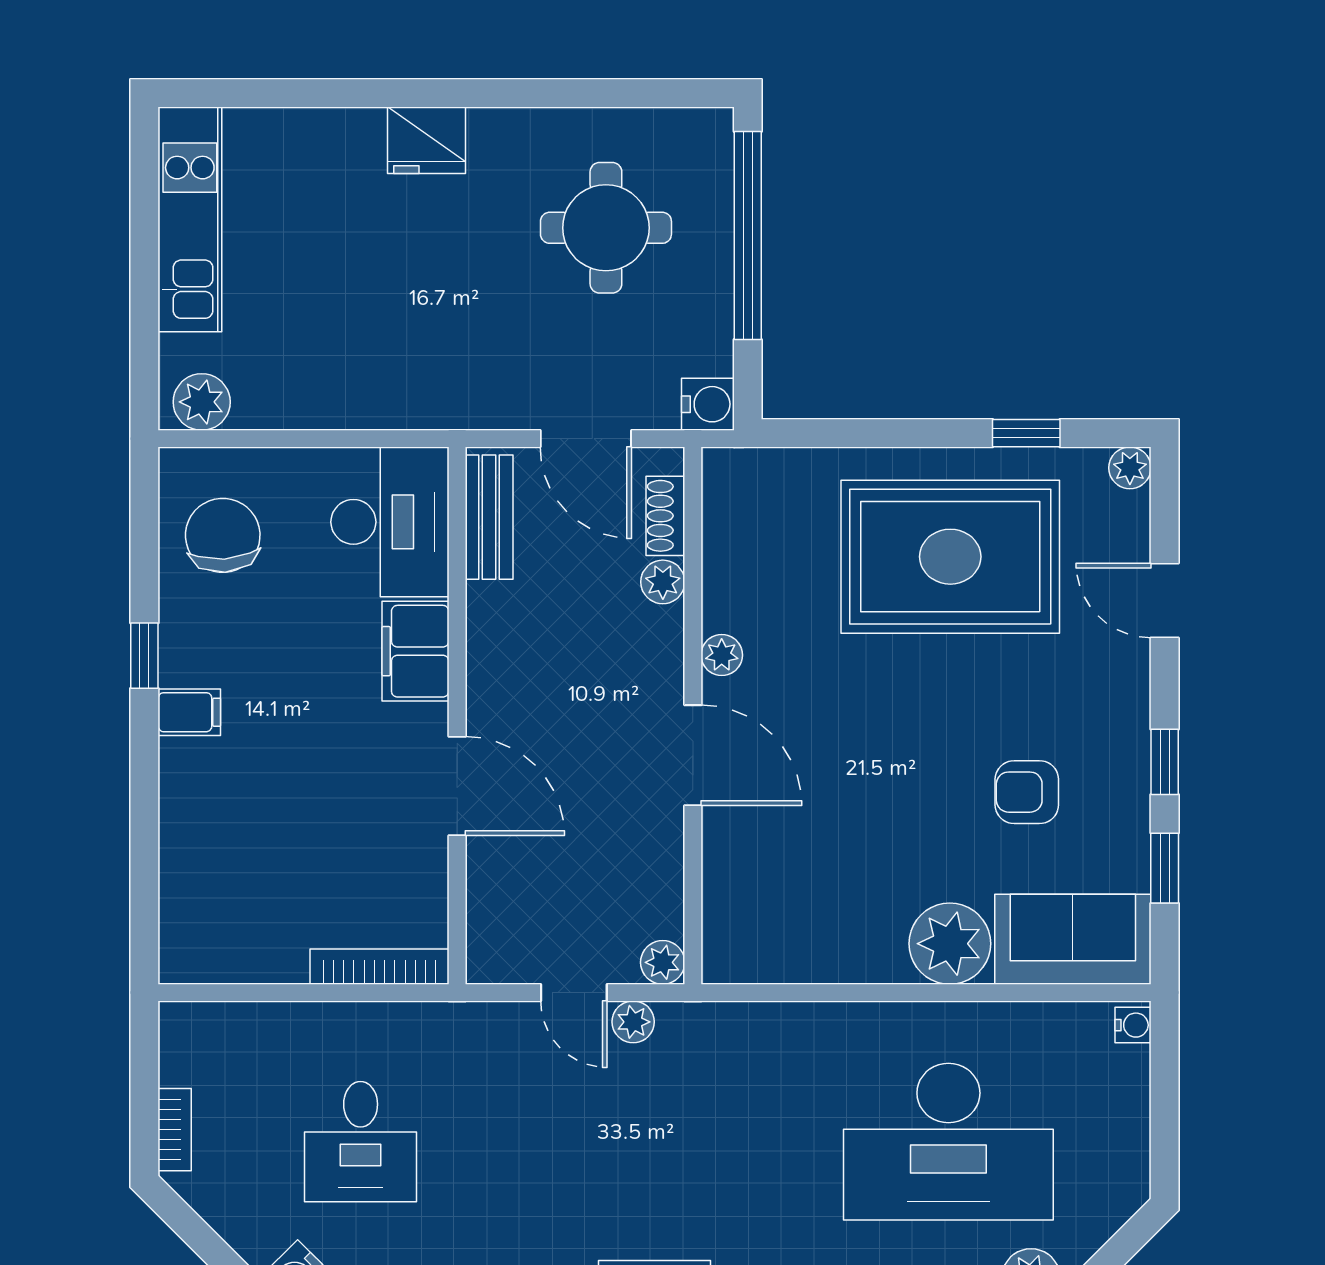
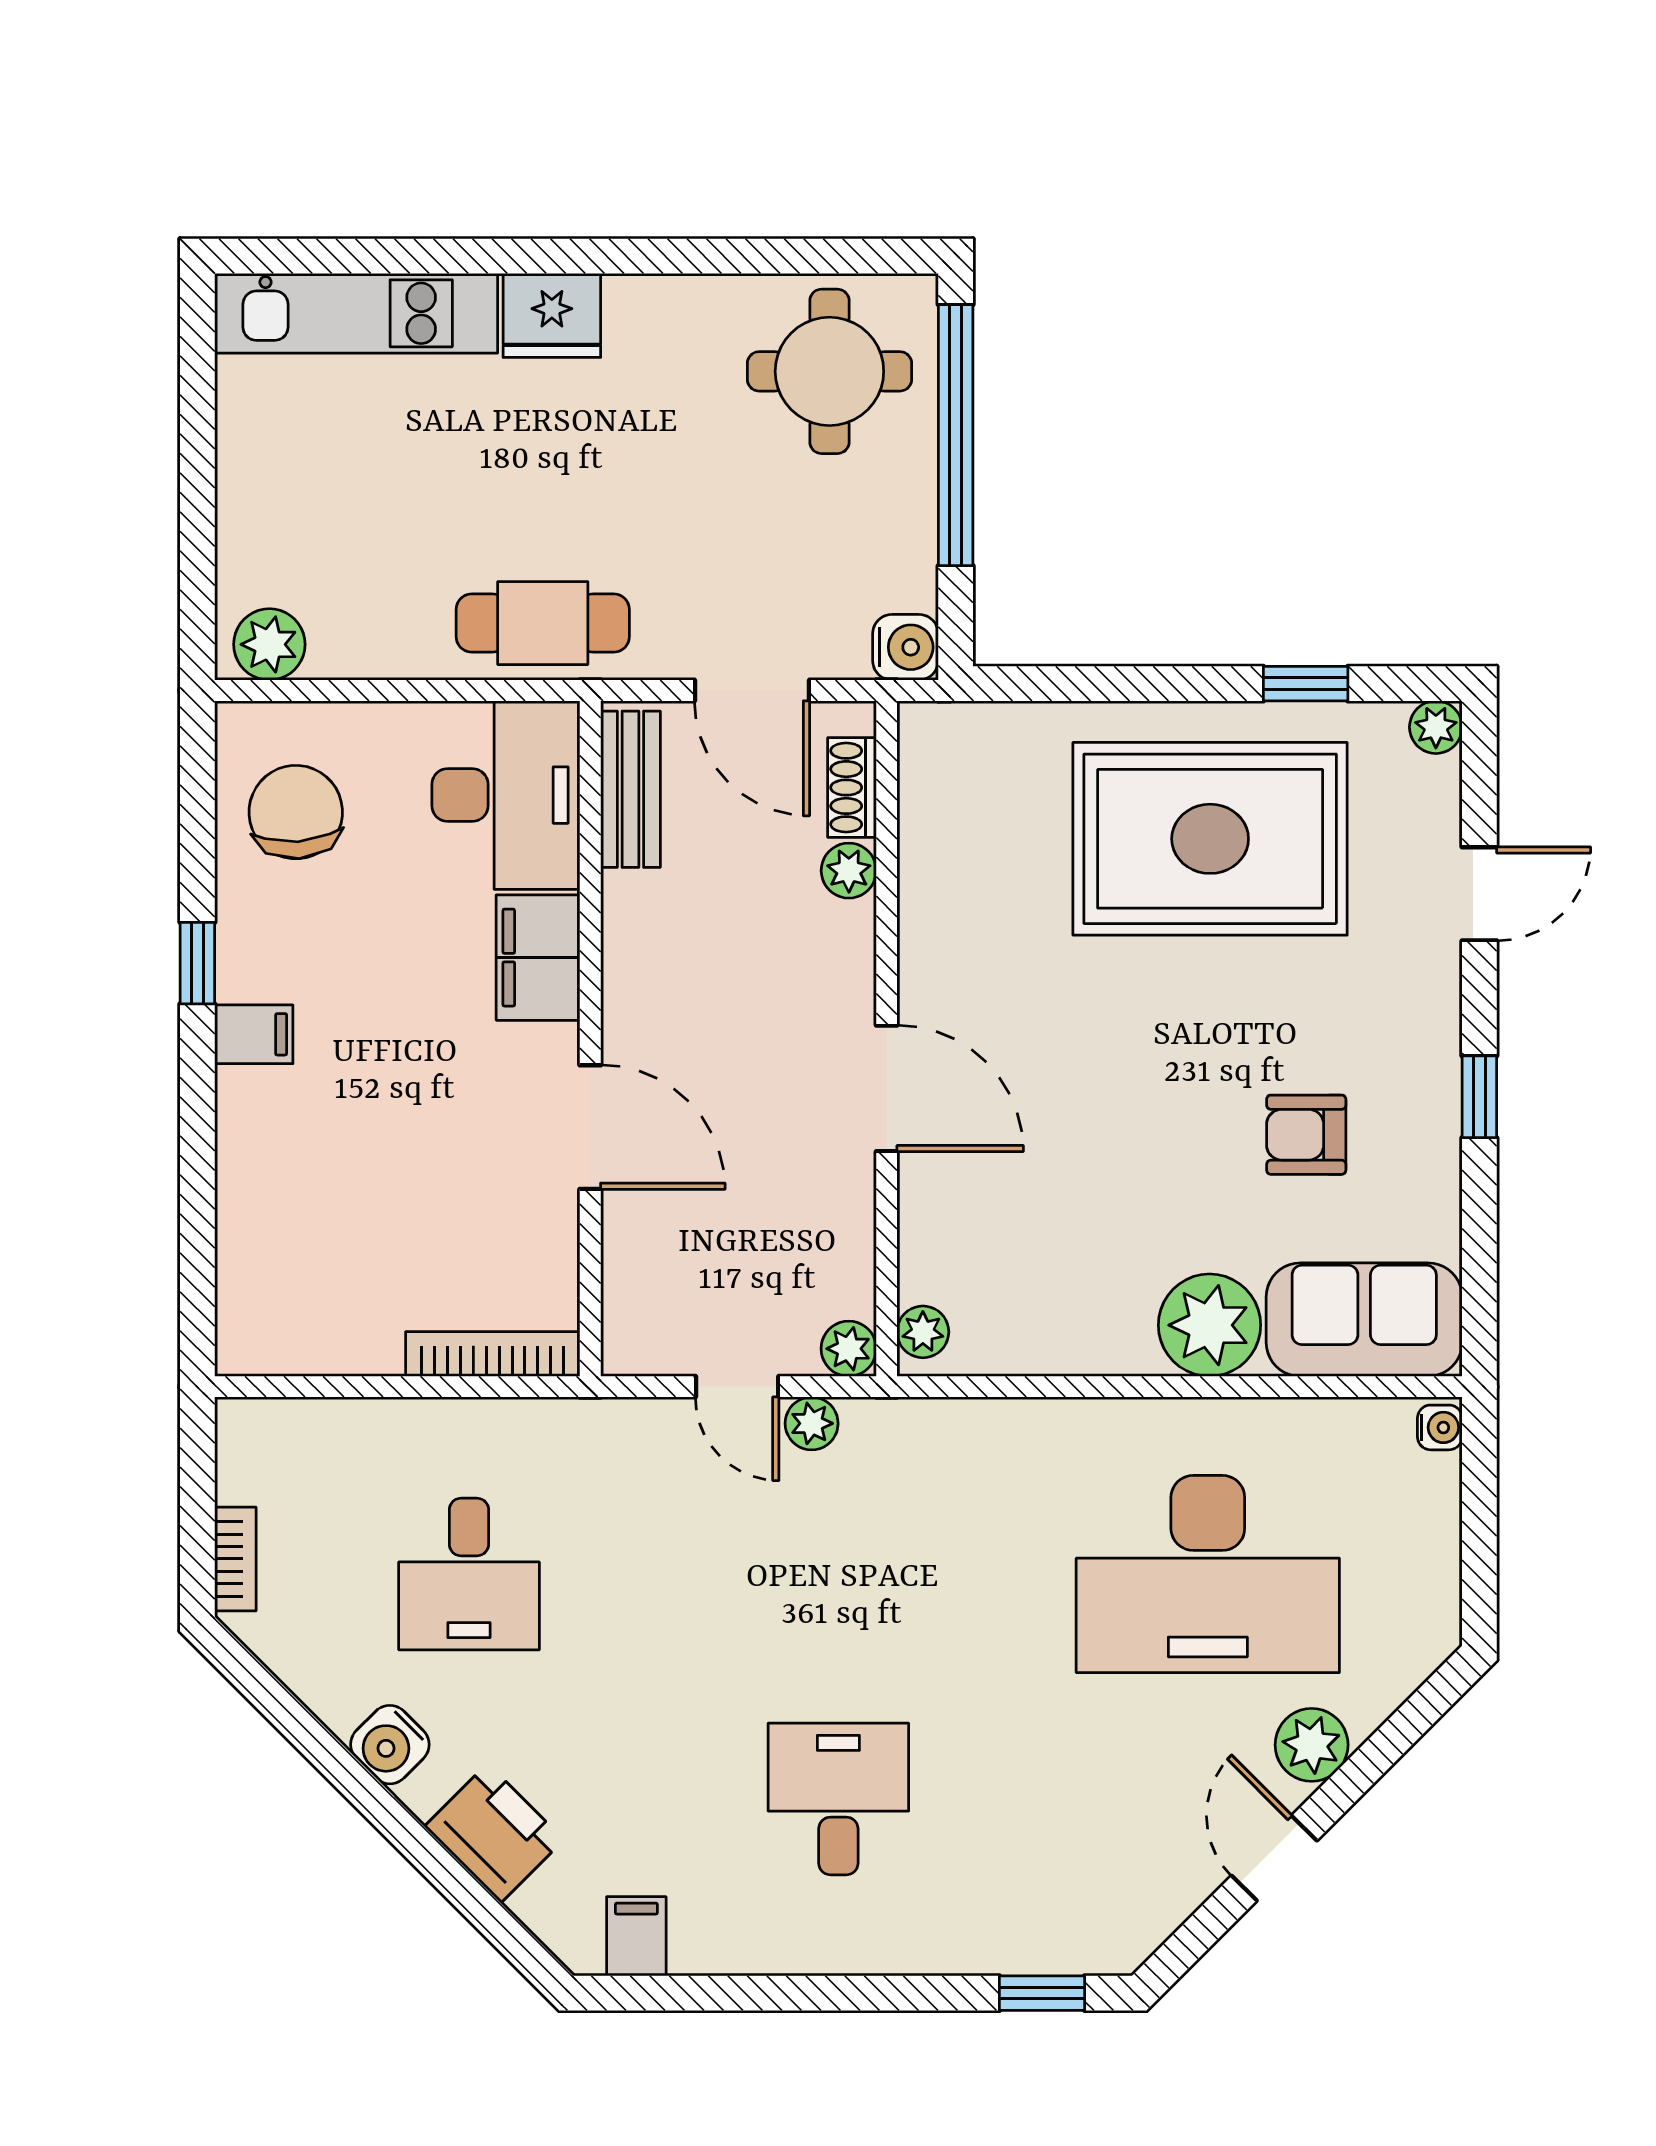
kitchen unit: (190, 219) -> (356, 313), moved, turned 90
round table: (606, 228) -> (829, 371), moved
cafe table: (419, 385) -> (543, 623), added
door: (1165, 600) -> (1479, 894), swing flipped
plant: (722, 655) -> (923, 1332), moved
window: (1165, 868) -> (1479, 1230), removed

